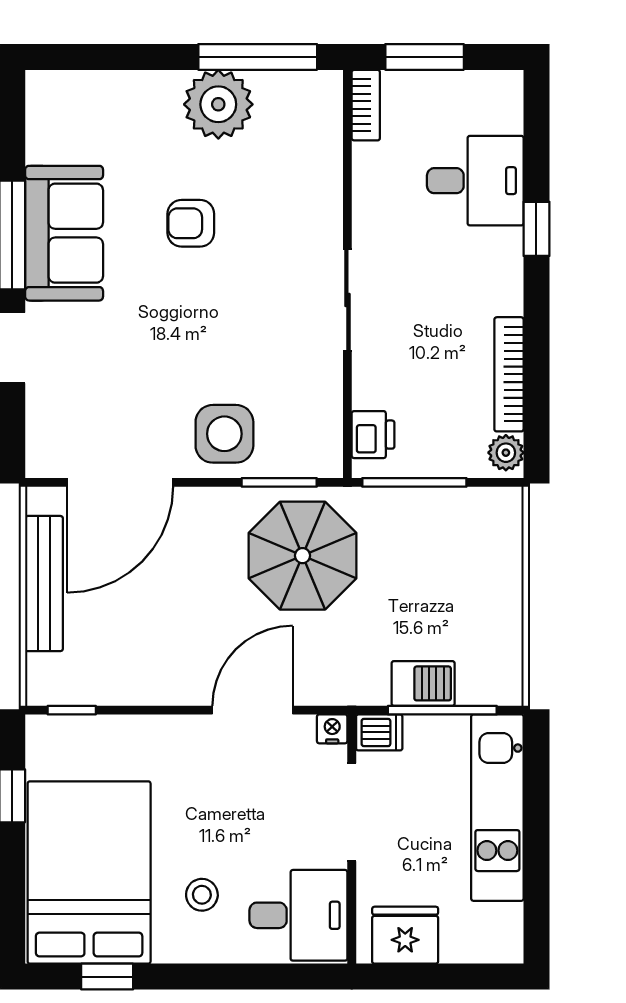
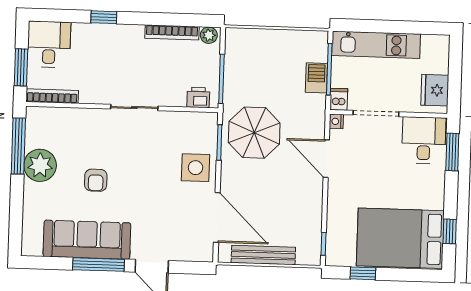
bookcase: (366, 105) -> (52, 96), width x1.56
desk: (475, 181) -> (49, 44), moved
sofa: (64, 233) -> (87, 240), width x1.36
stool: (202, 895) -> (413, 185), removed
window: (275, 977) -> (452, 152), added

